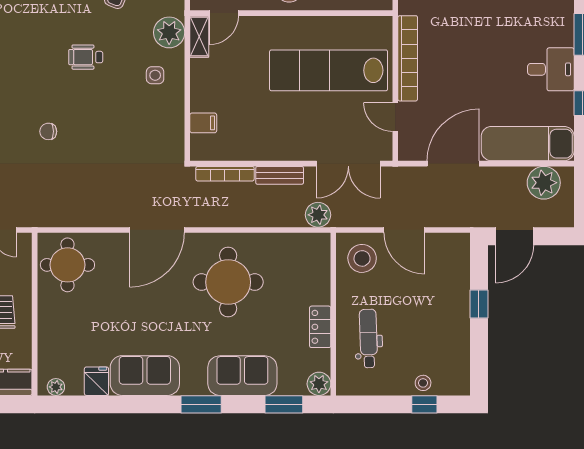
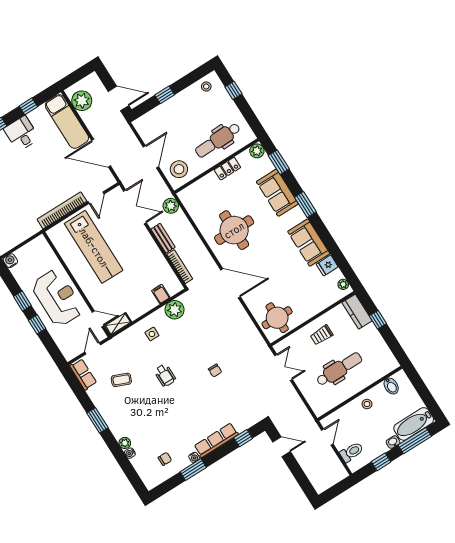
plant: (169, 32) -> (175, 310), moved
dental chair: (369, 338) -> (218, 140), width x1.36, depth x1.38
stool: (423, 383) -> (206, 86), moved

